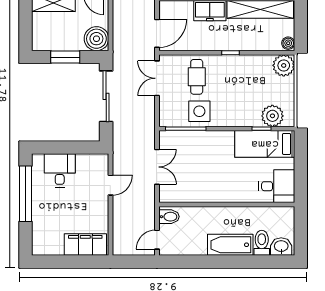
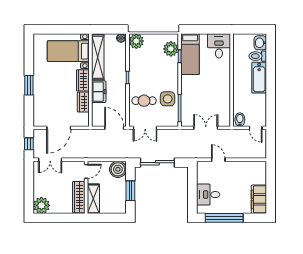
filing cabinet: (85, 245) -> (259, 199), moved

